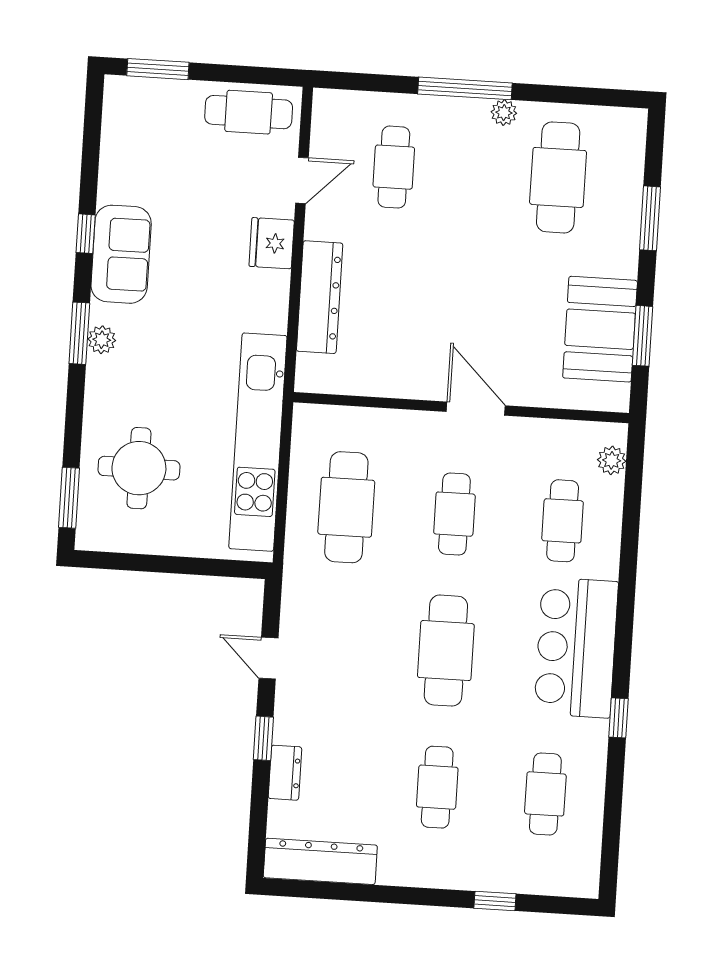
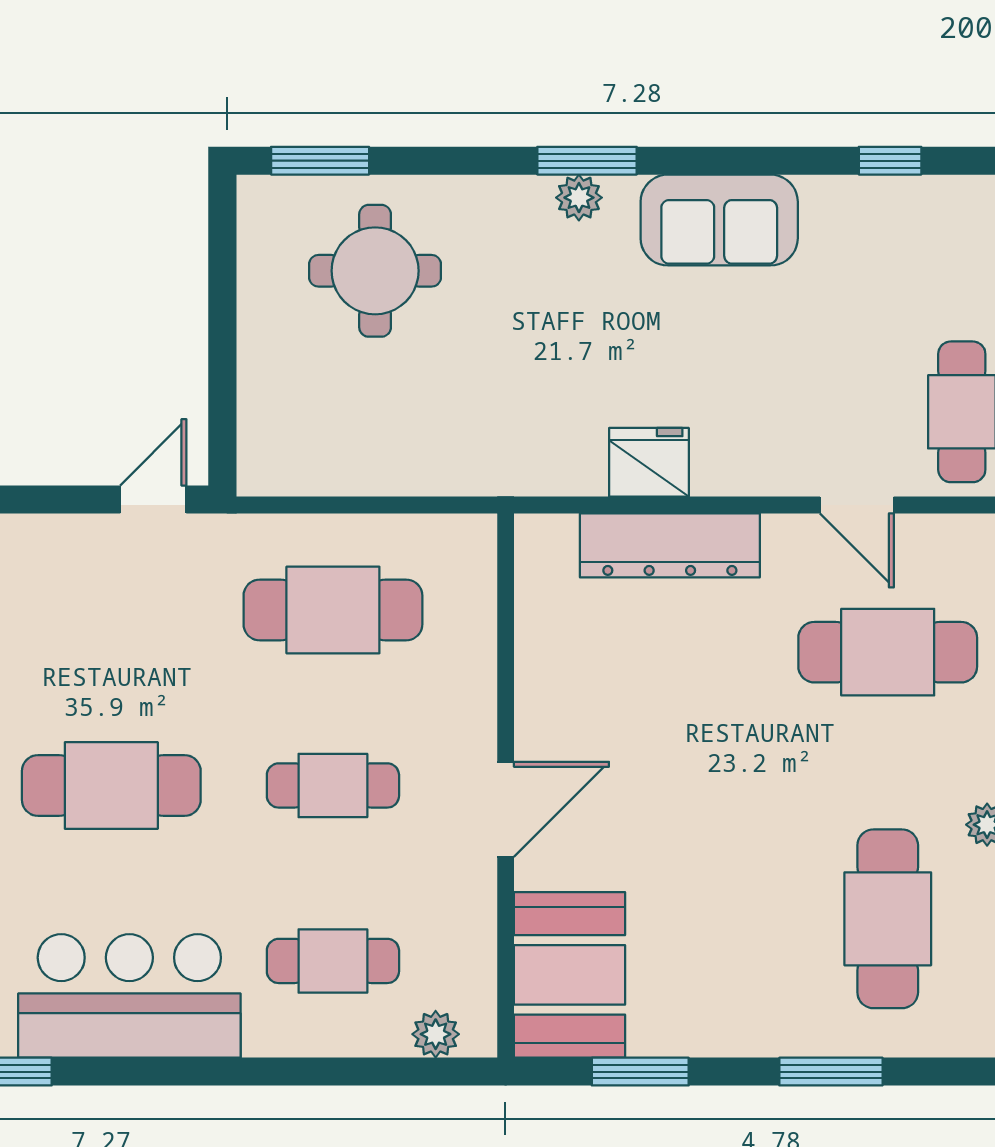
cafe table: (394, 167) -> (888, 652), width x1.37, depth x1.35
cafe table: (558, 177) -> (888, 919), turned 90
window: (86, 234) -> (890, 161), moved
fridge: (272, 243) -> (649, 462), moved
booth: (600, 329) -> (569, 975), moved, turned 90
kitchen unit: (258, 442) -> (429, 460), removed
door: (268, 658) -> (153, 499), moved

